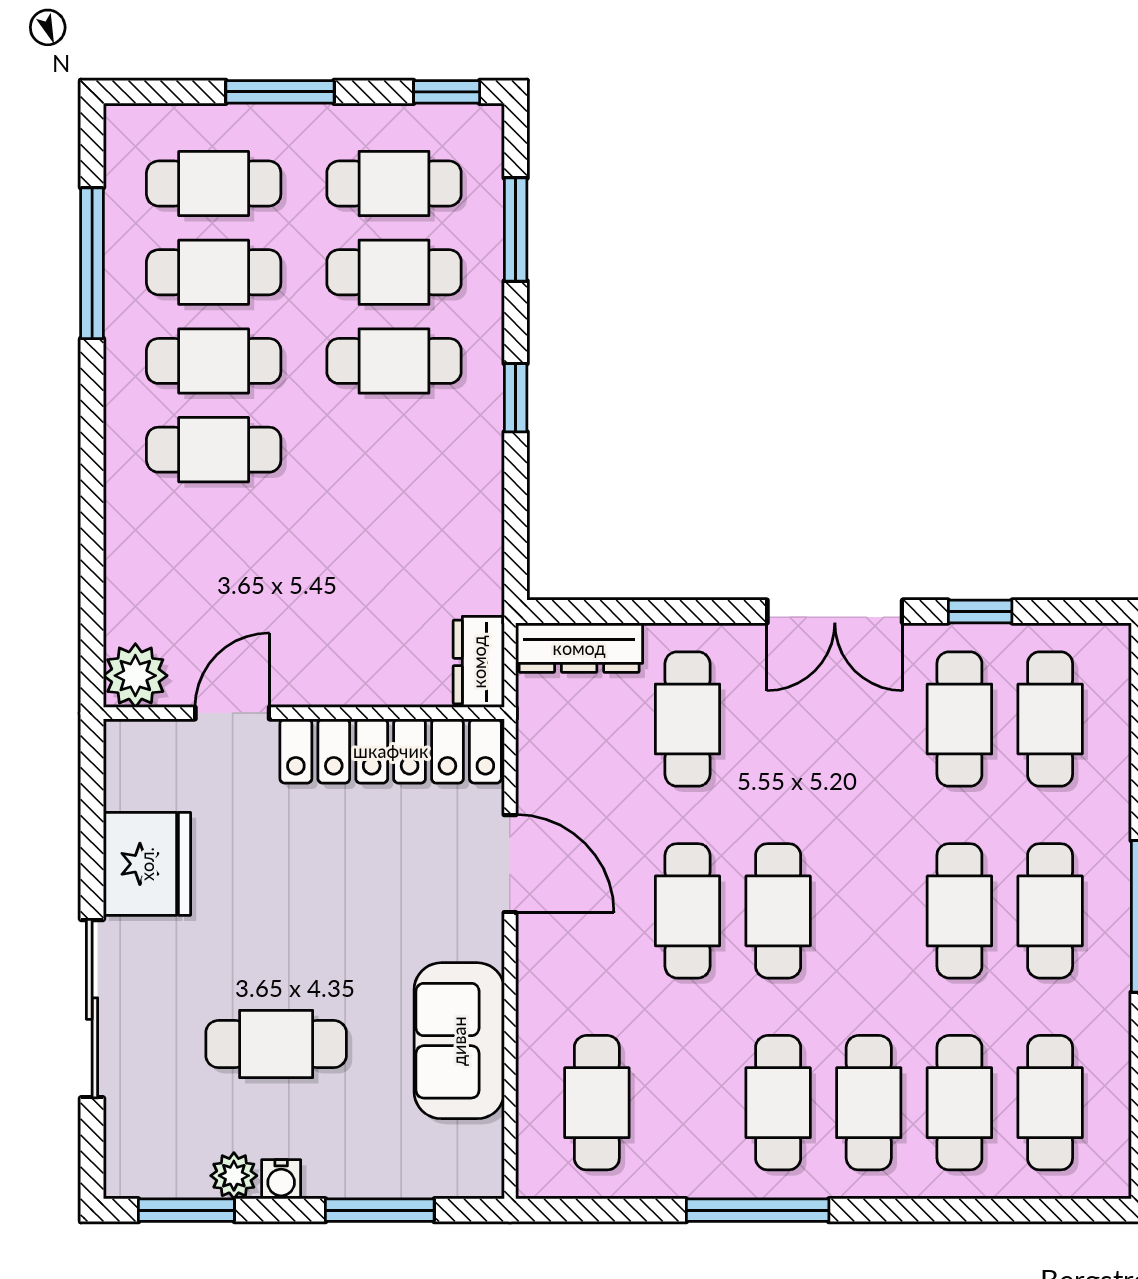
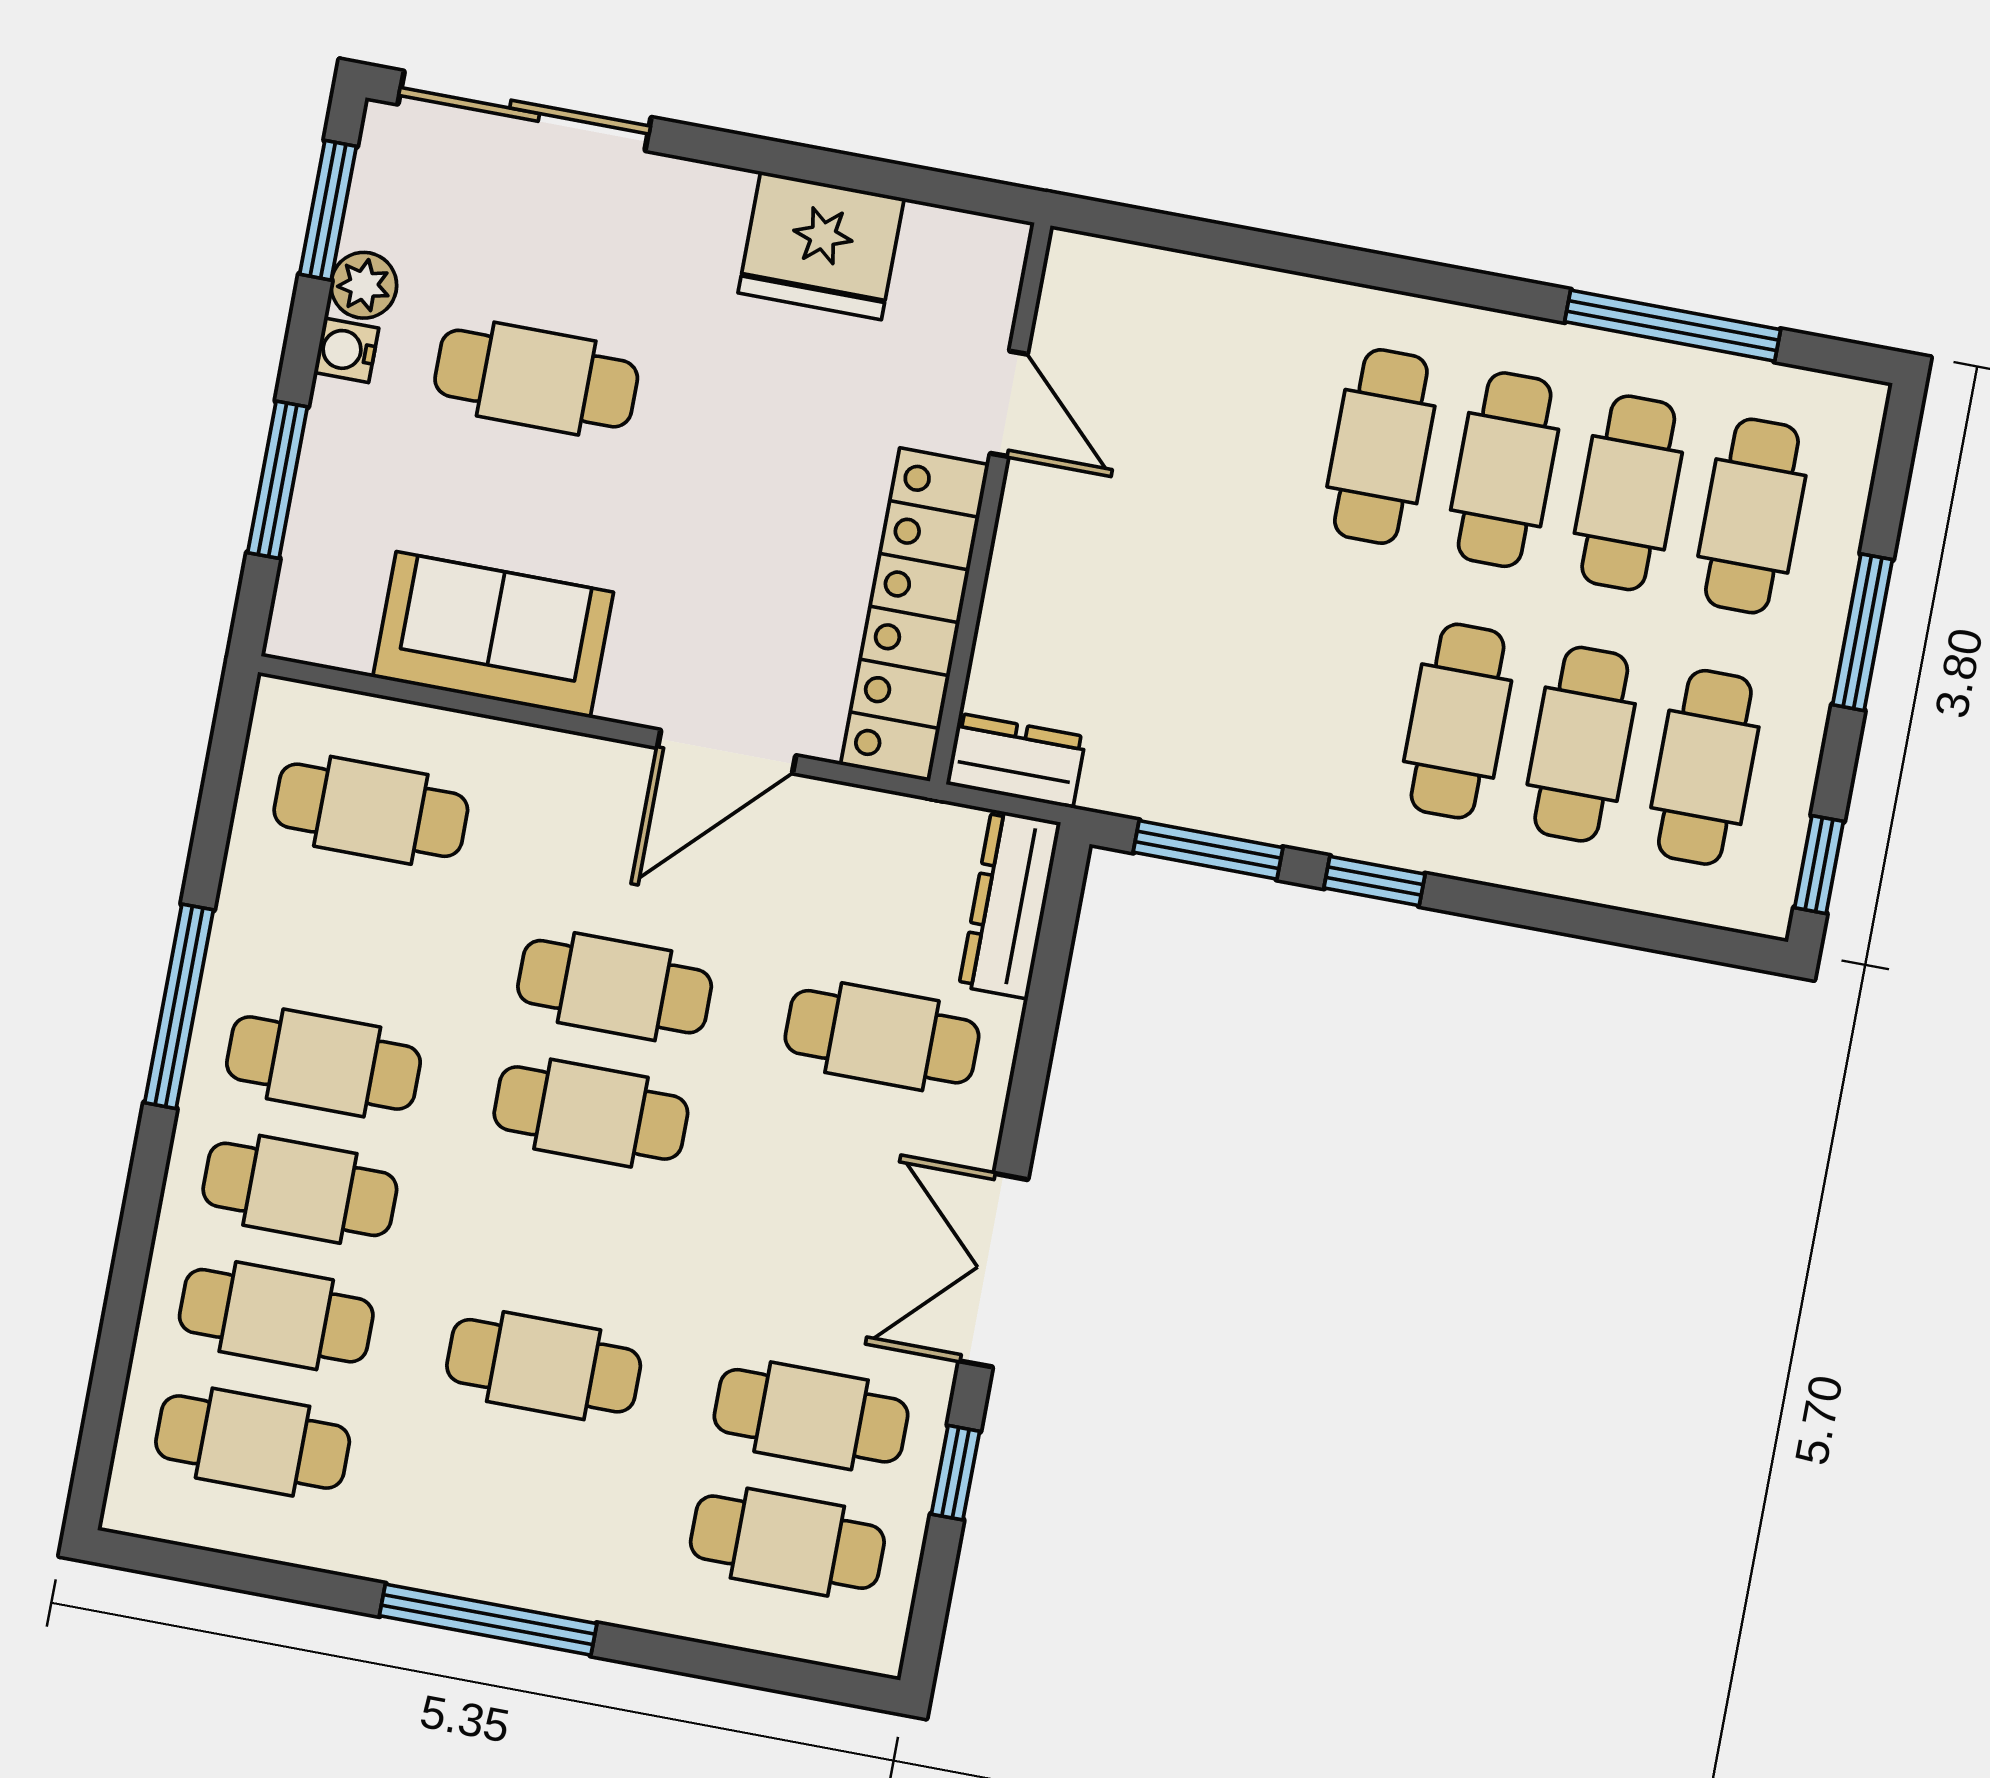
window: (516, 230) -> (1208, 850), moved
plant: (135, 676) -> (1087, 278), removed
cafe table: (1050, 911) -> (520, 1492), removed
sliding door: (92, 1009) -> (525, 111), moved
cafe table: (276, 1044) -> (536, 379), turned 90

